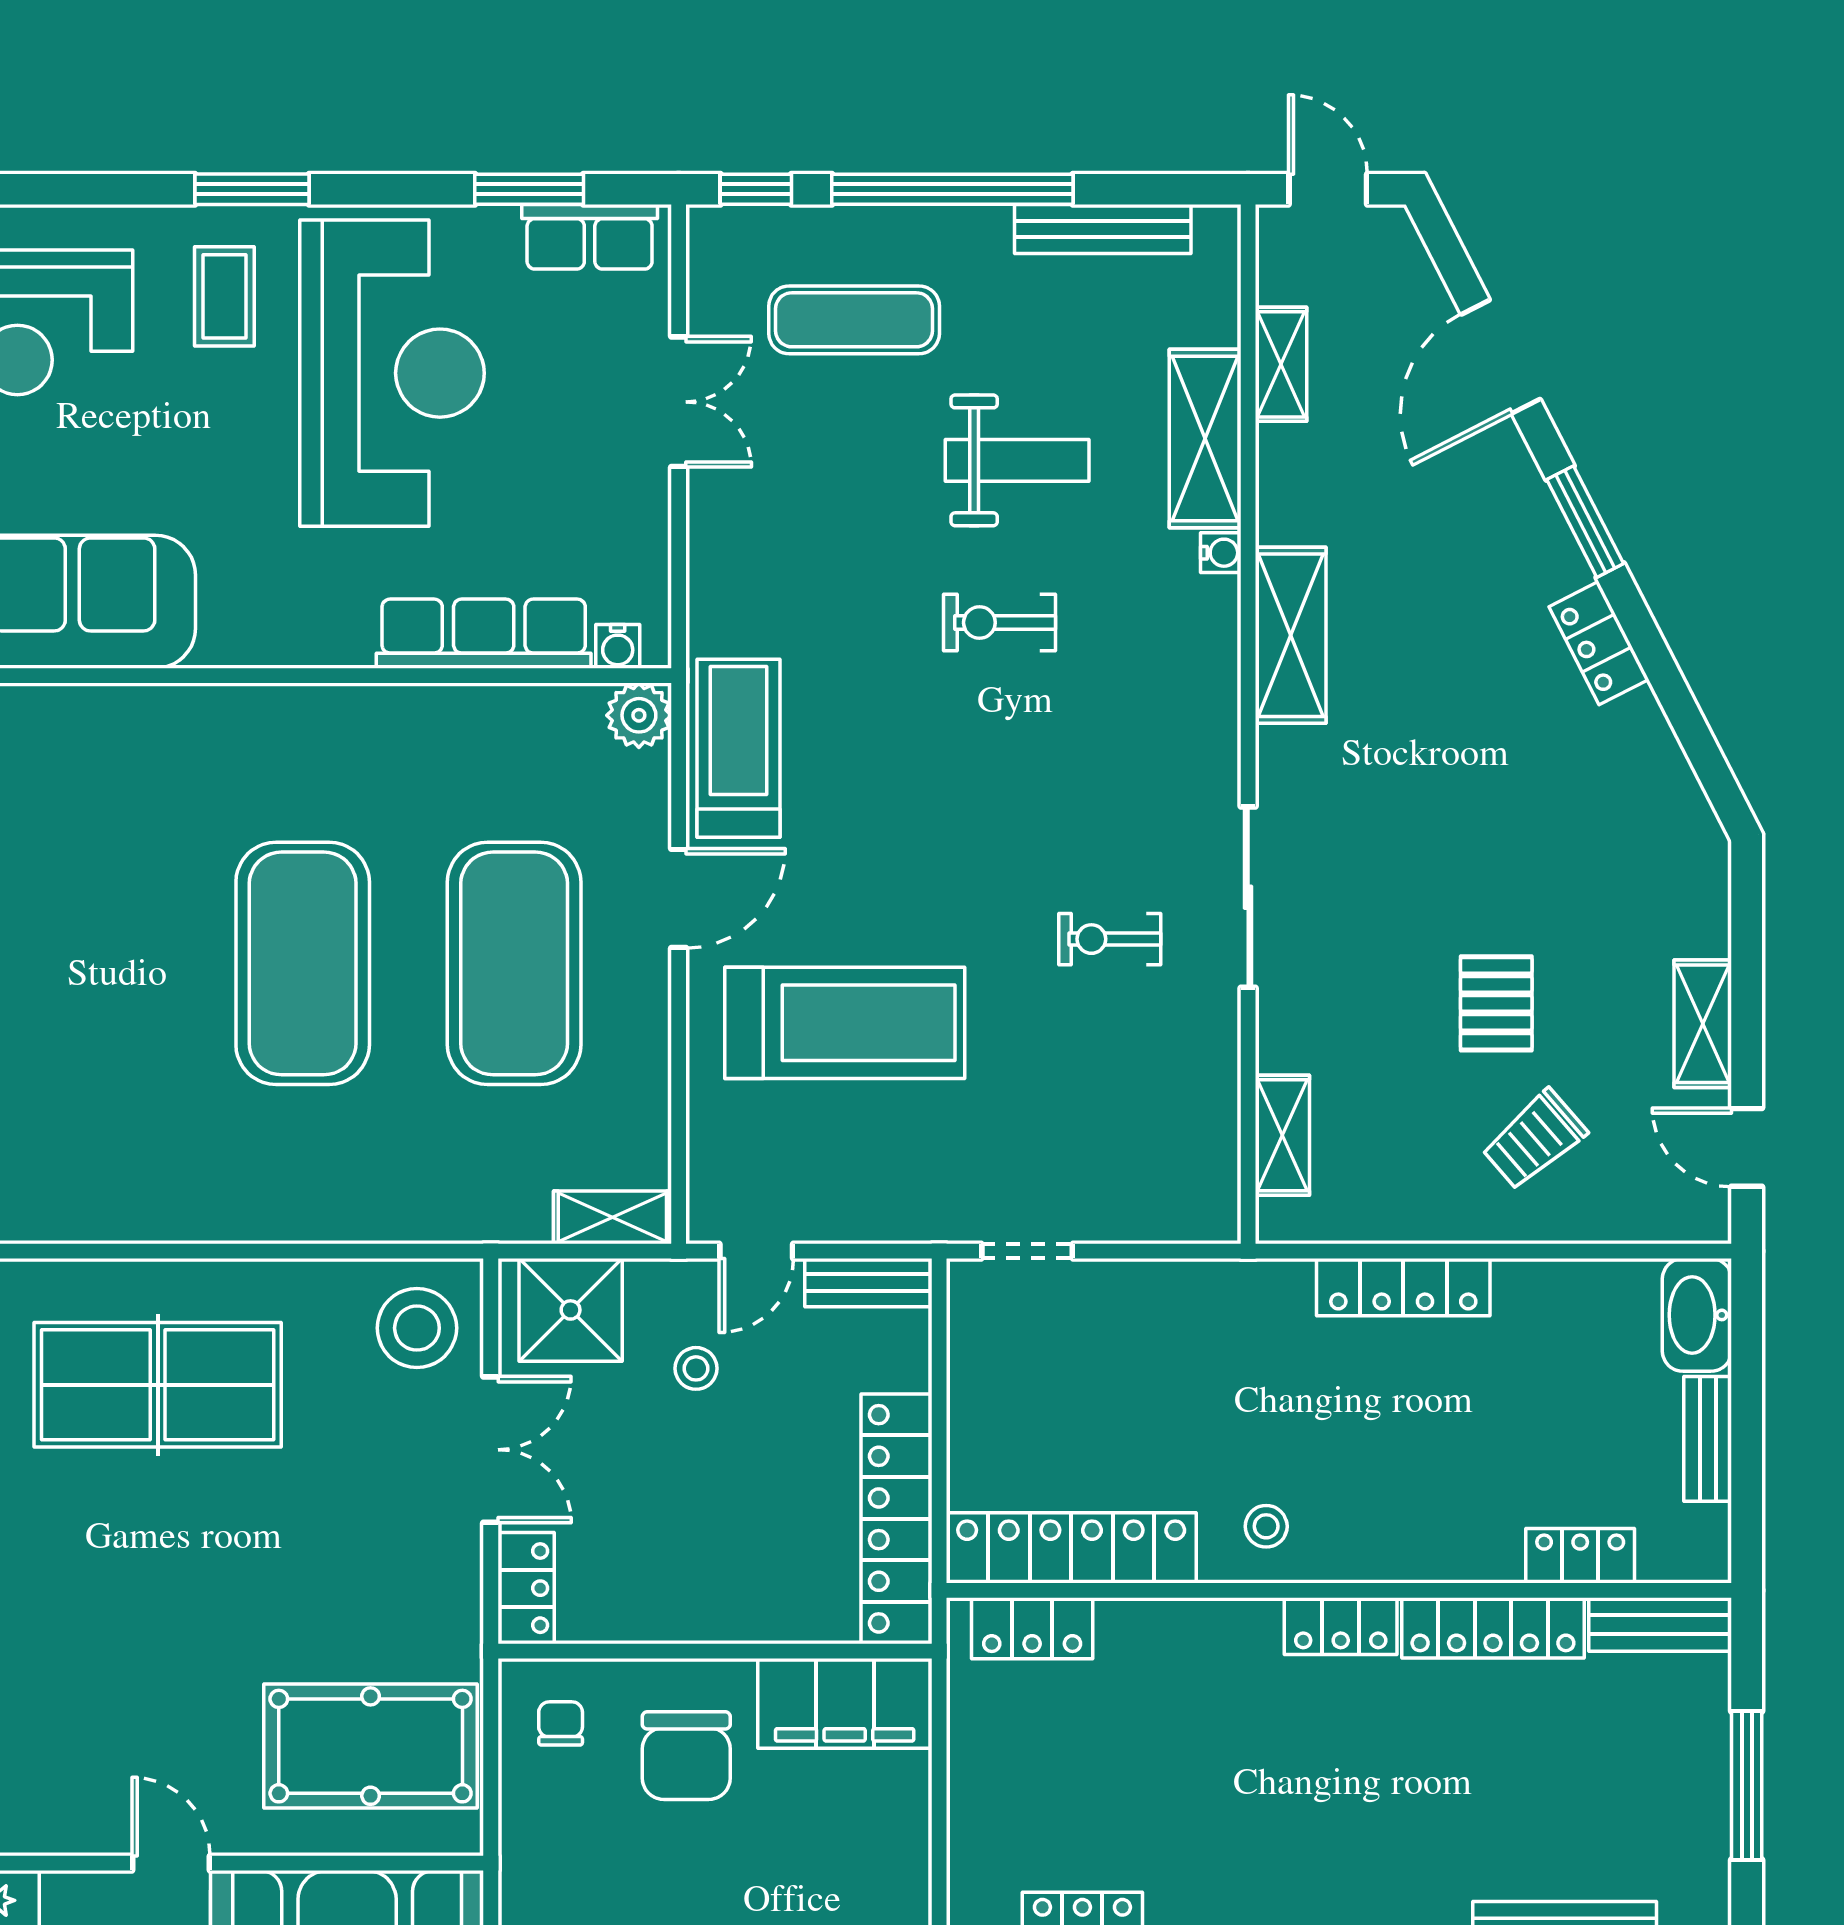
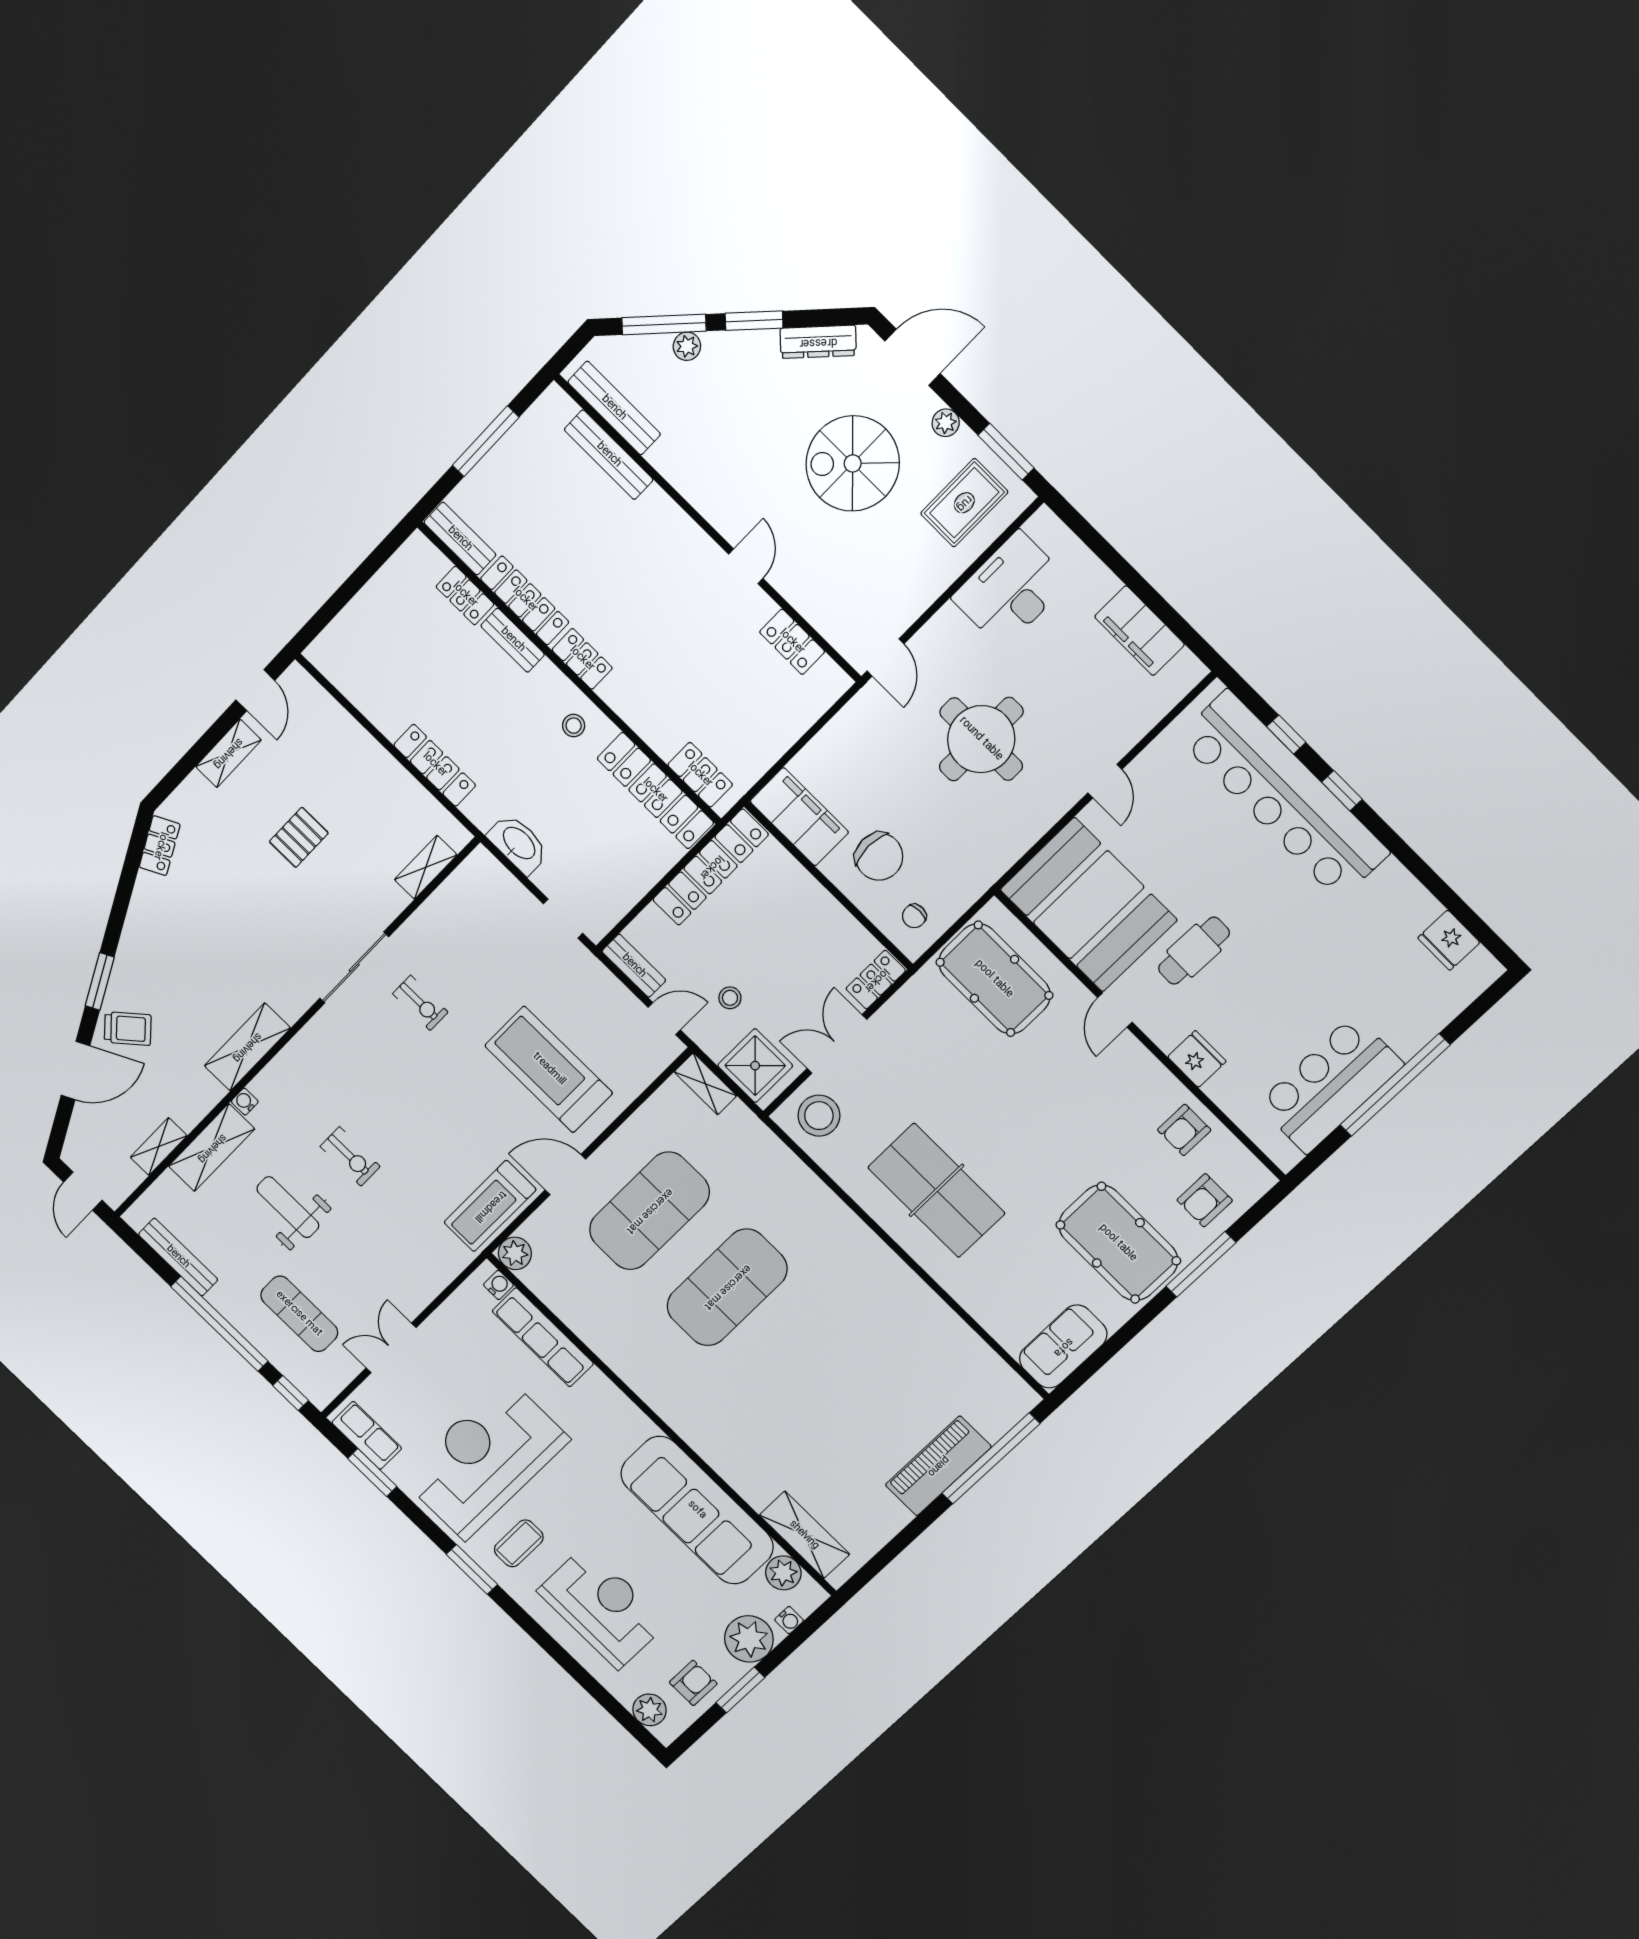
locker: (1599, 643) -> (160, 846), moved
trolley: (1534, 1140) -> (128, 1029), moved
washbasin: (1697, 1315) -> (518, 844), moved, turned -90
bench: (1708, 1439) -> (513, 640), moved, turned 90
chair: (686, 1756) -> (879, 857), turned 90

